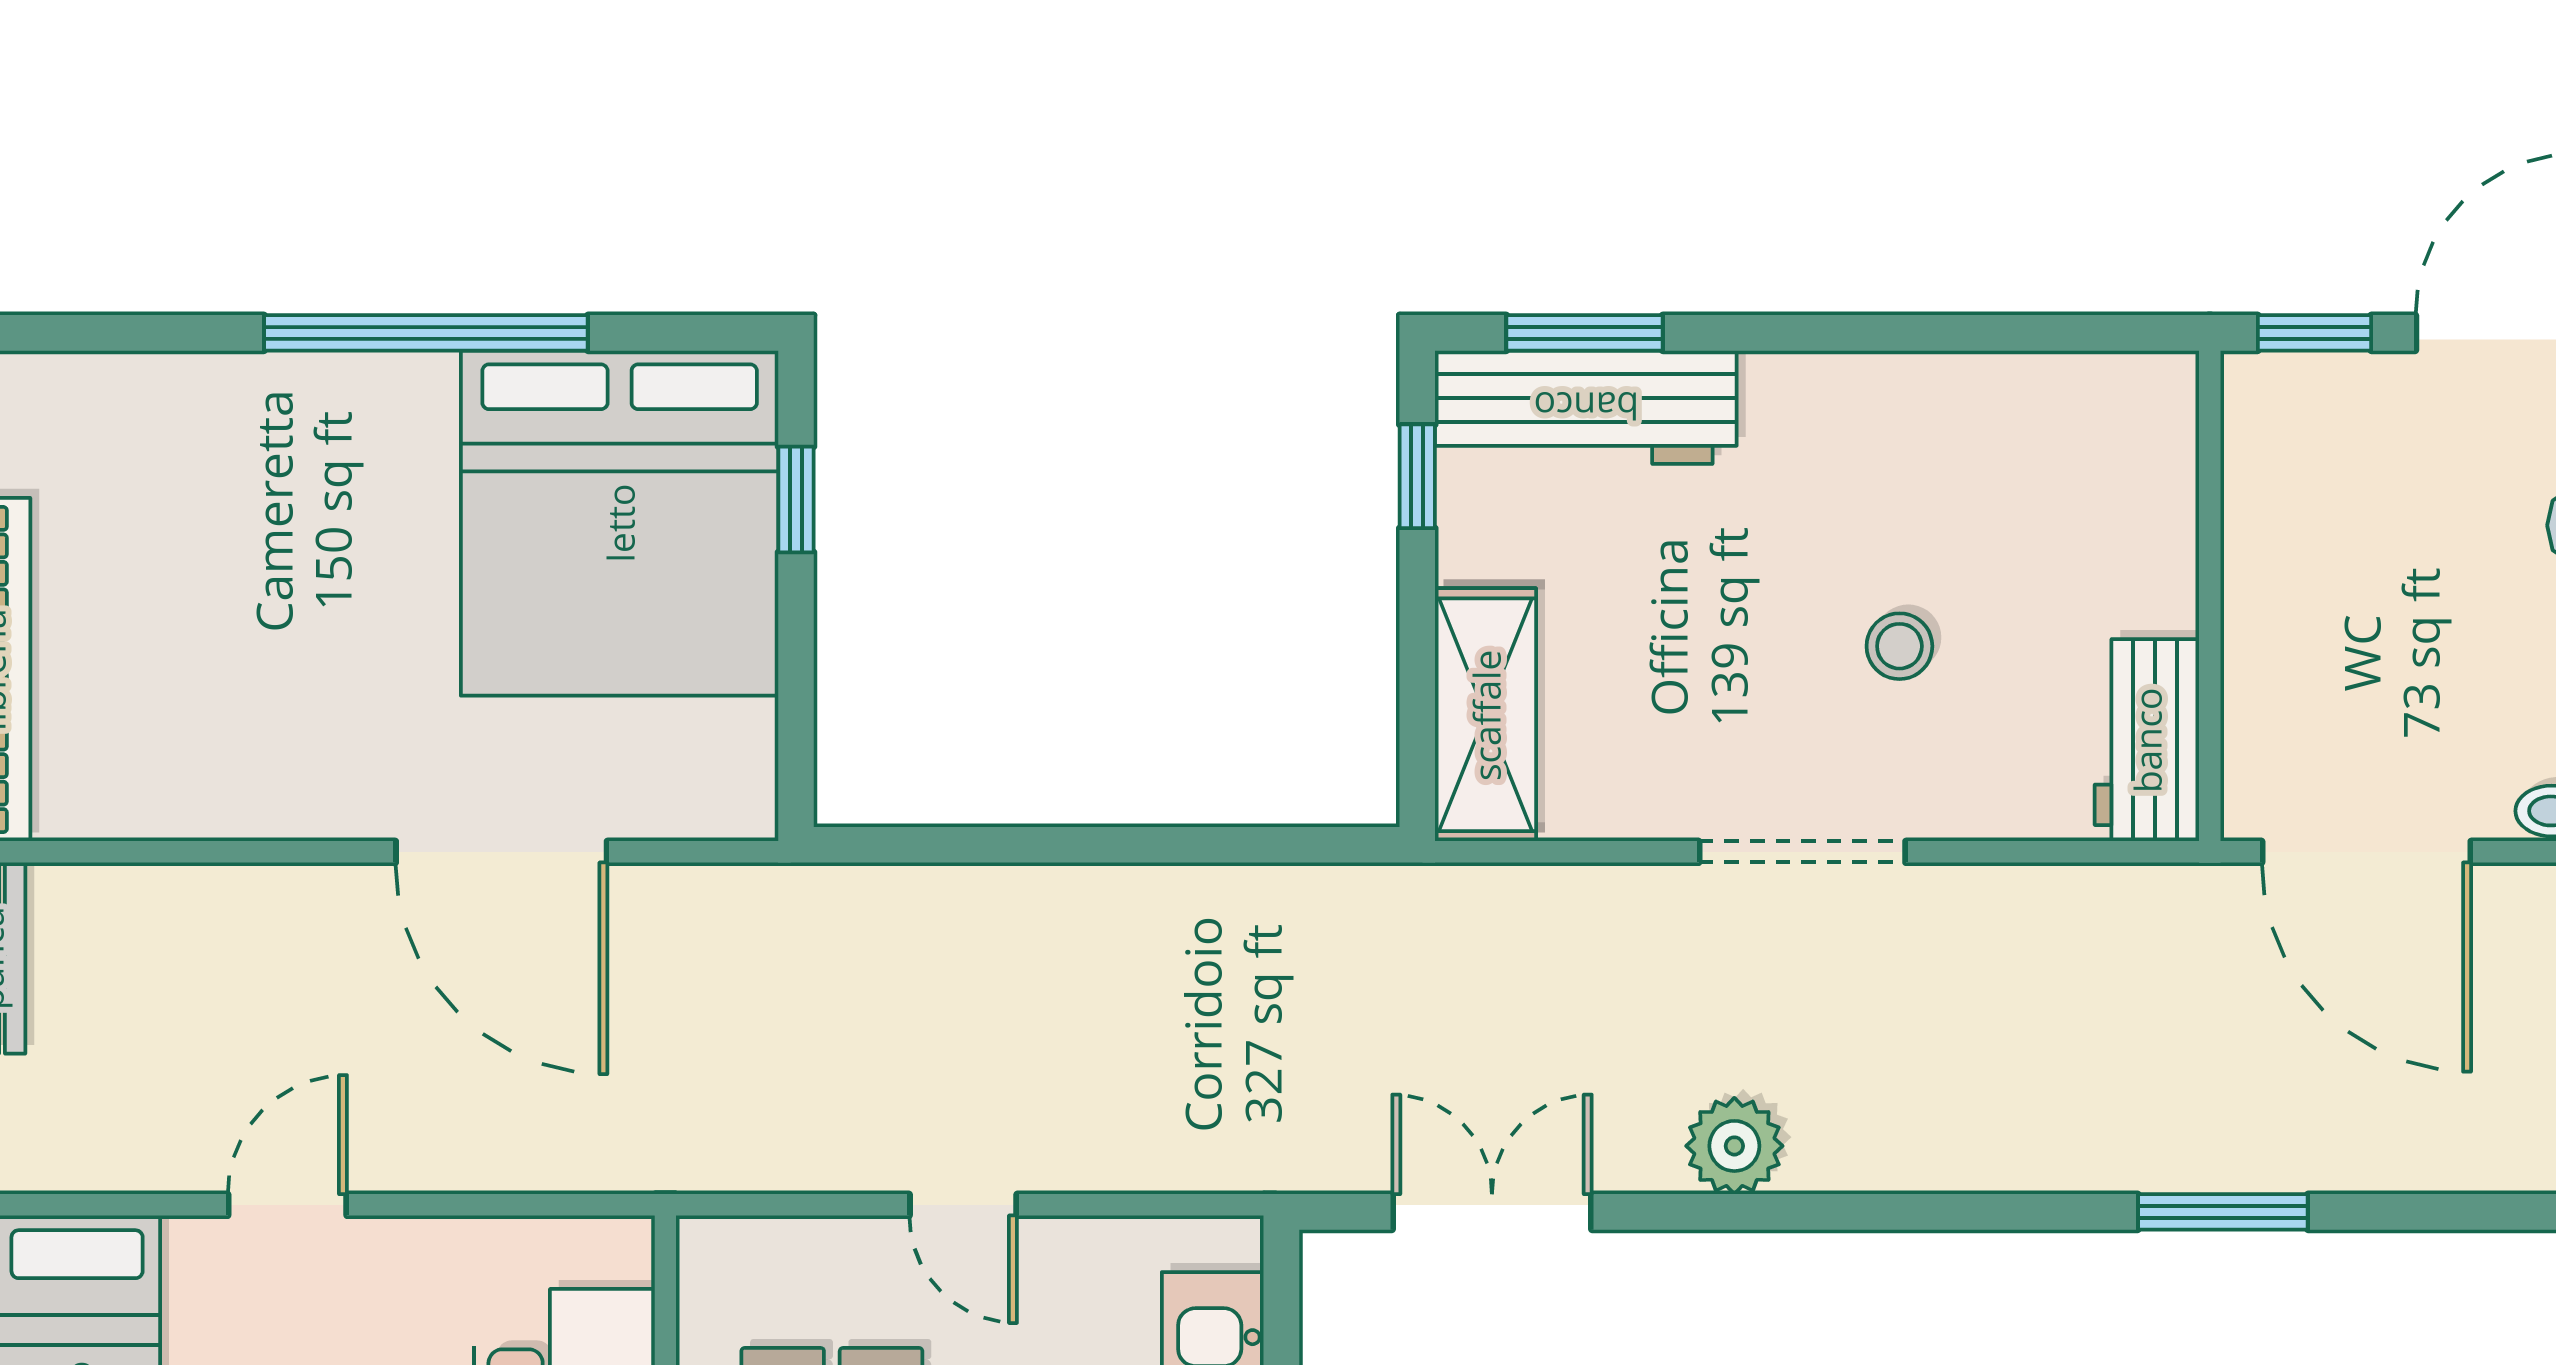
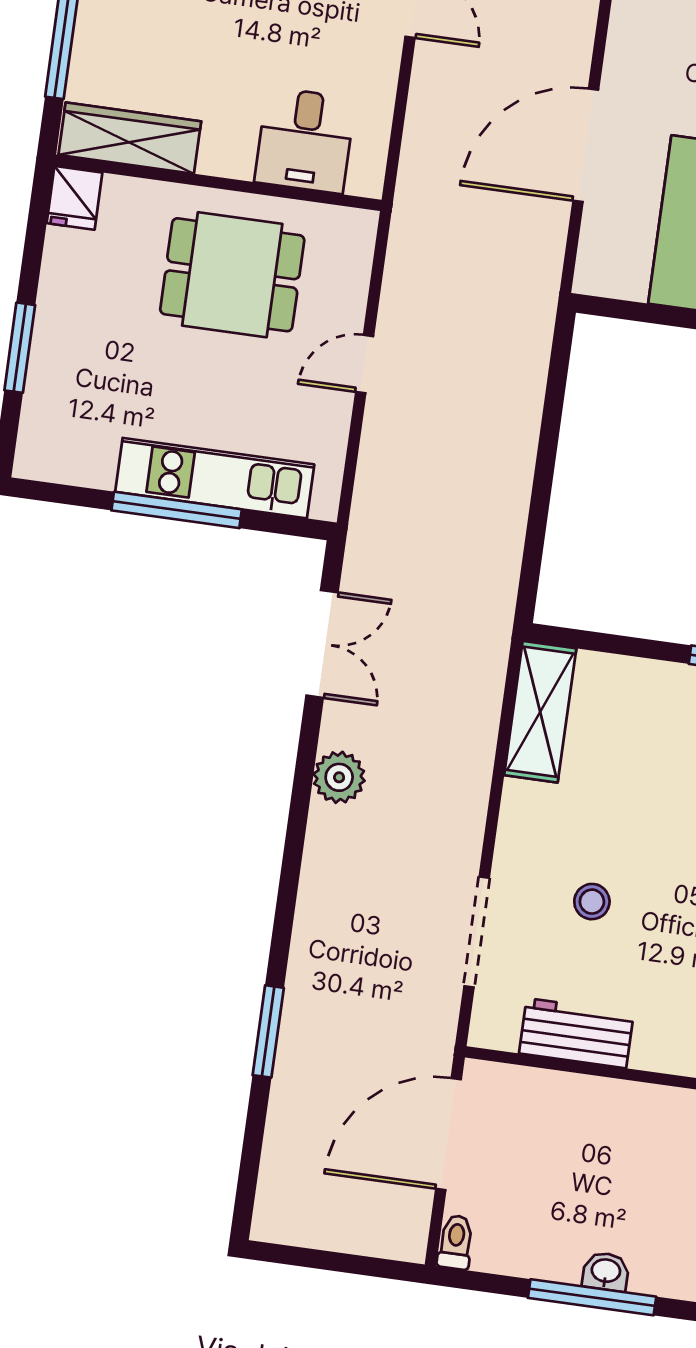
shelving: (1486, 715) -> (540, 712), moved, turned 90
workbench: (2147, 740) -> (576, 1033), moved
doorway: (1802, 852) -> (477, 932), moved

